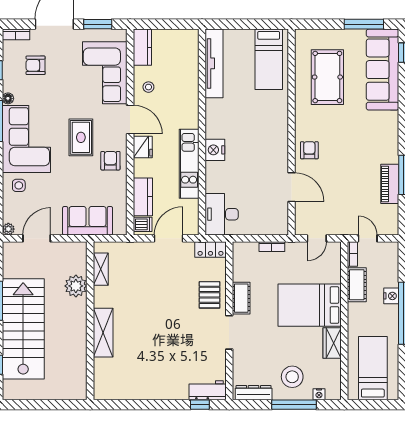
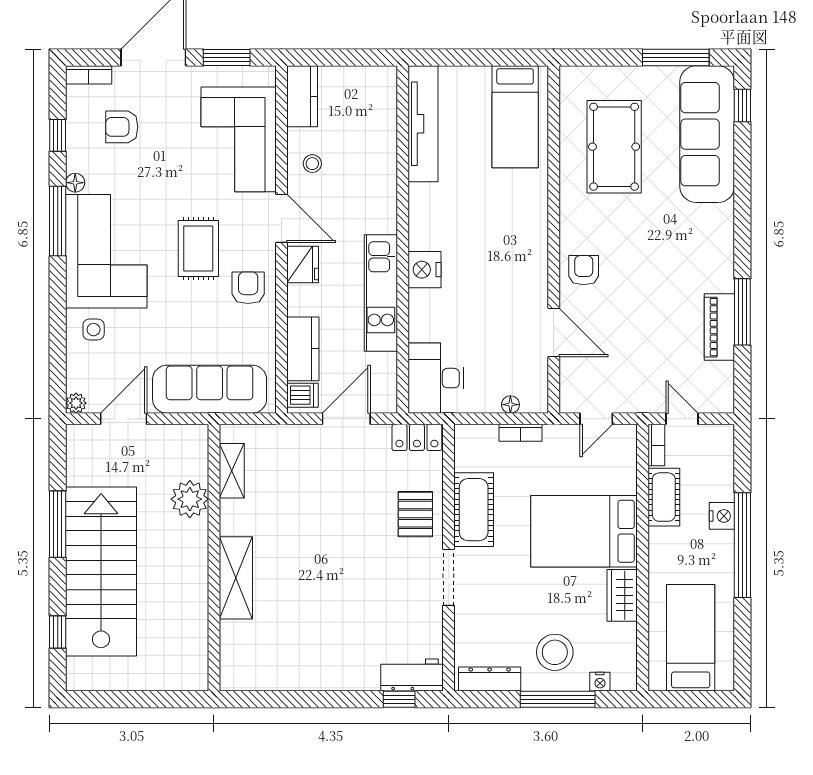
sofa: (88, 221) -> (210, 389), width x1.36
floor lamp: (266, 230) -> (510, 405), added
cot: (241, 298) -> (474, 510), width x1.37, depth x1.34

